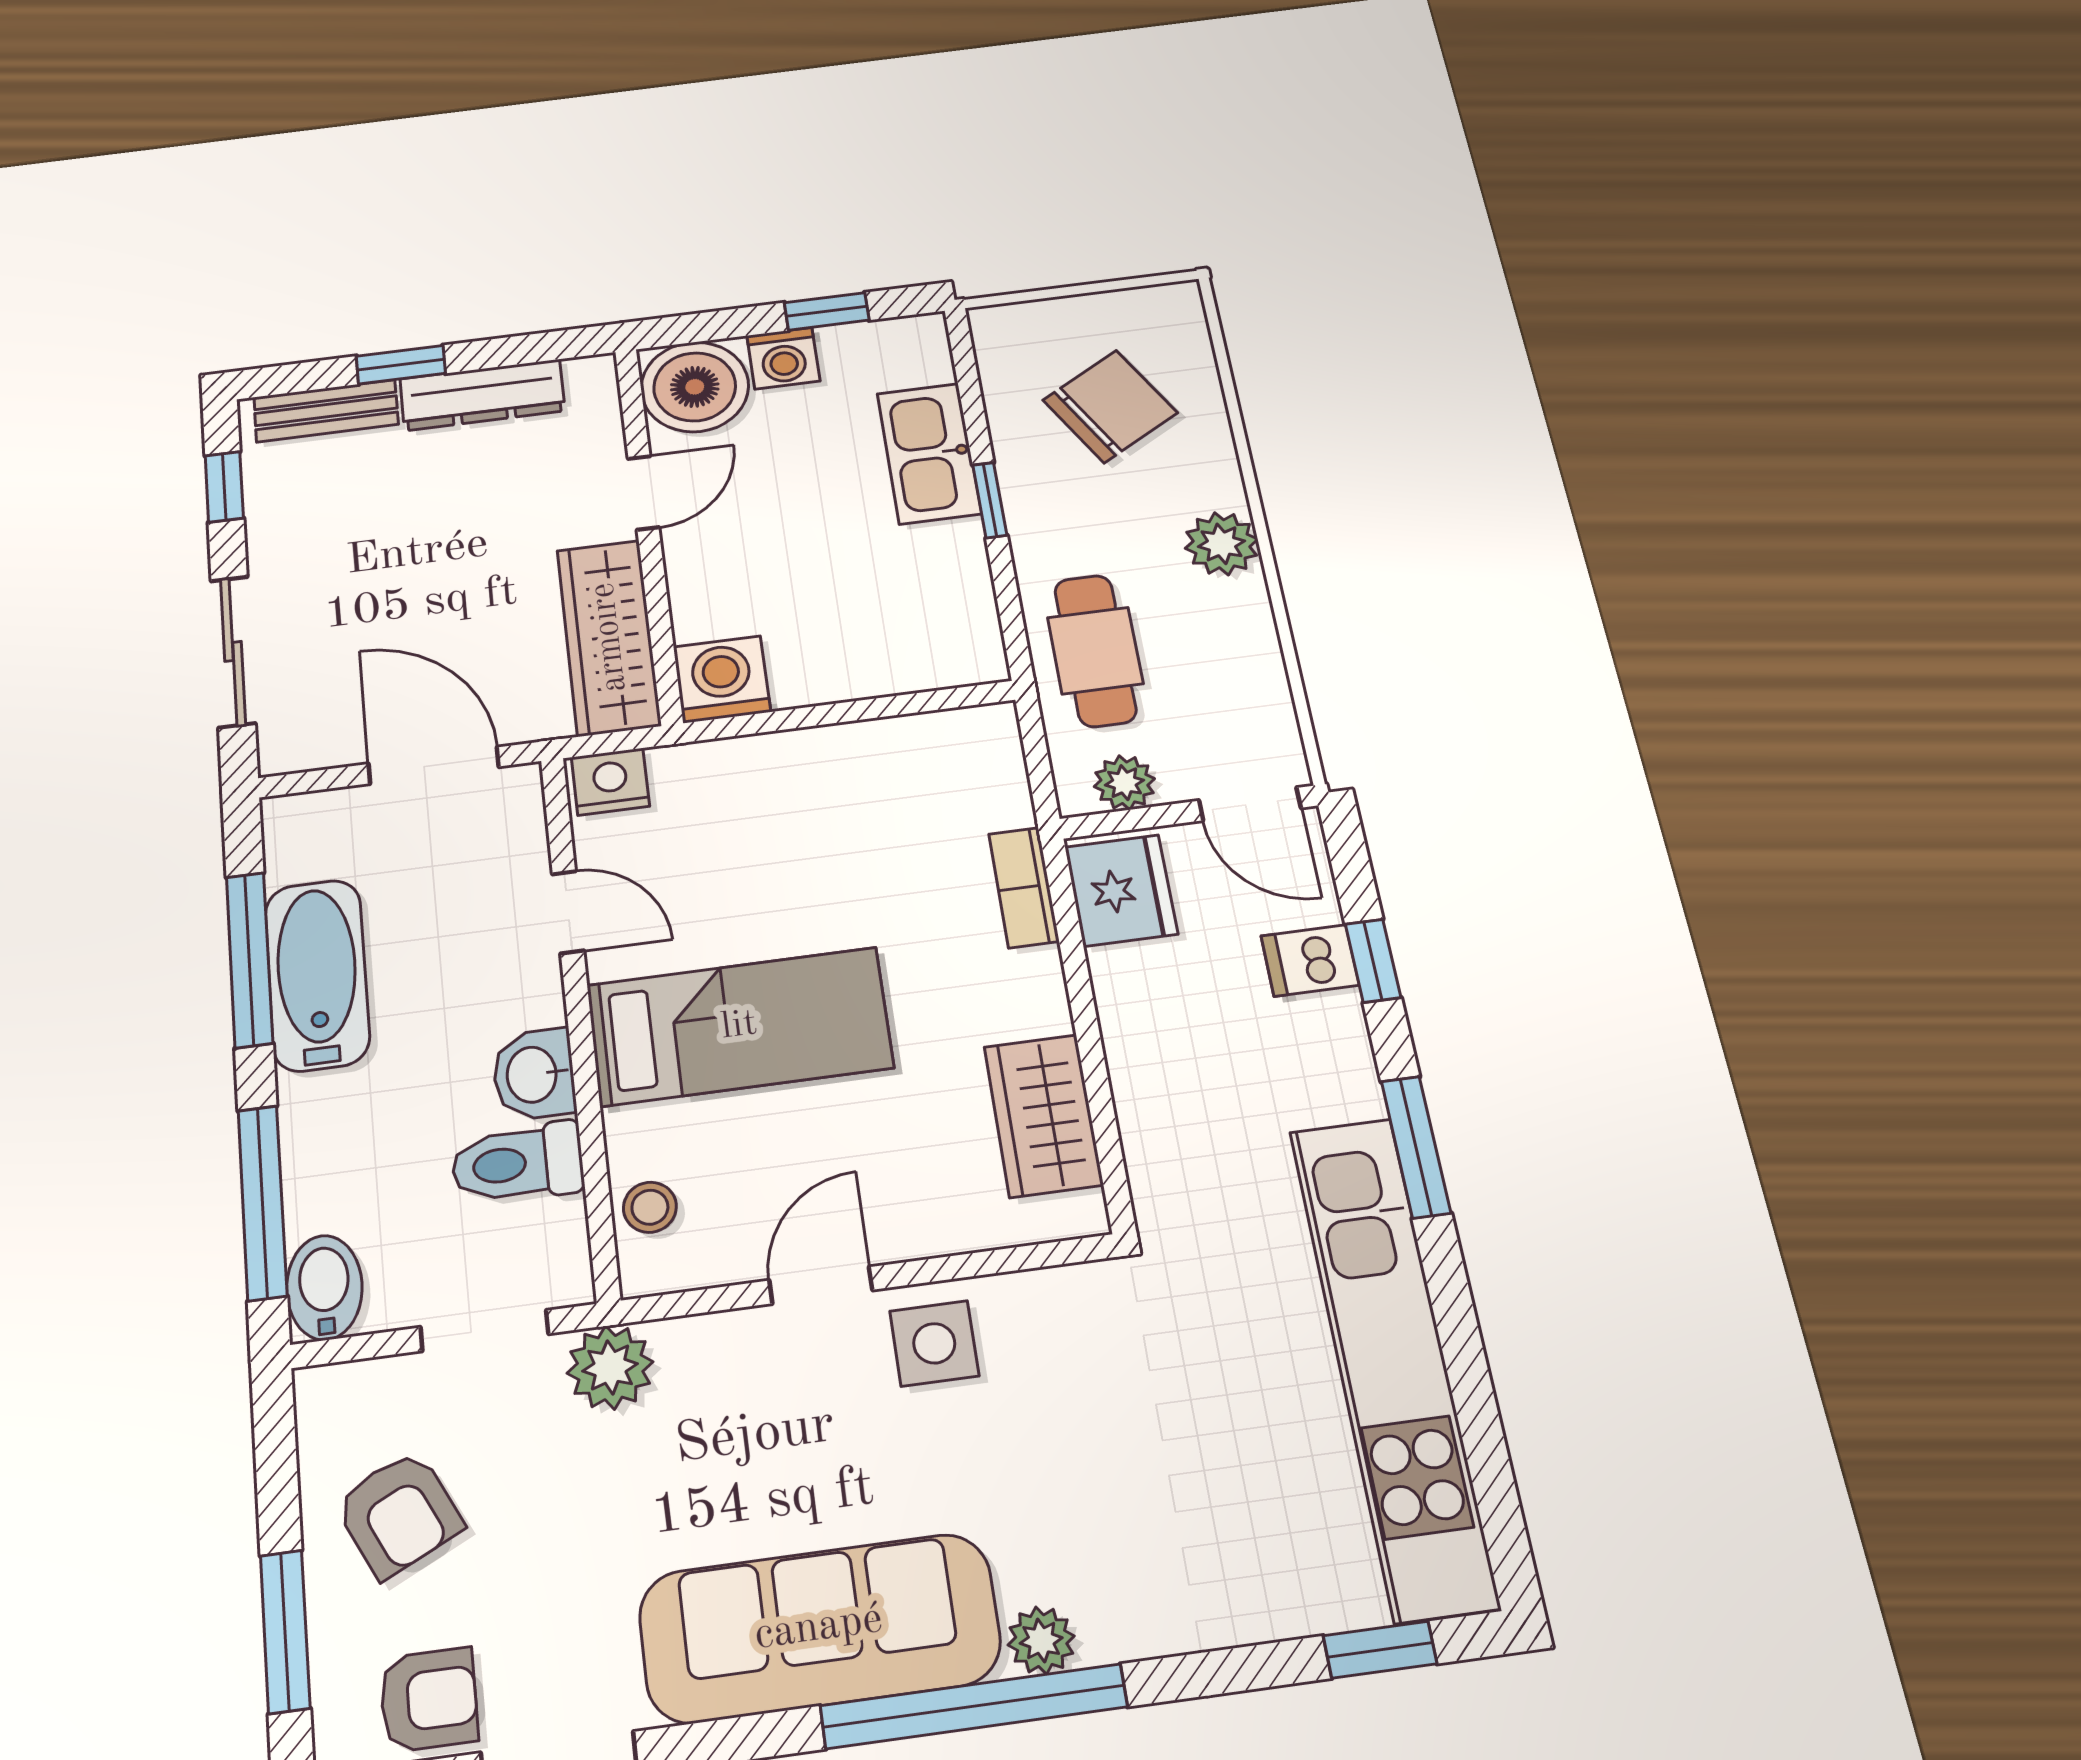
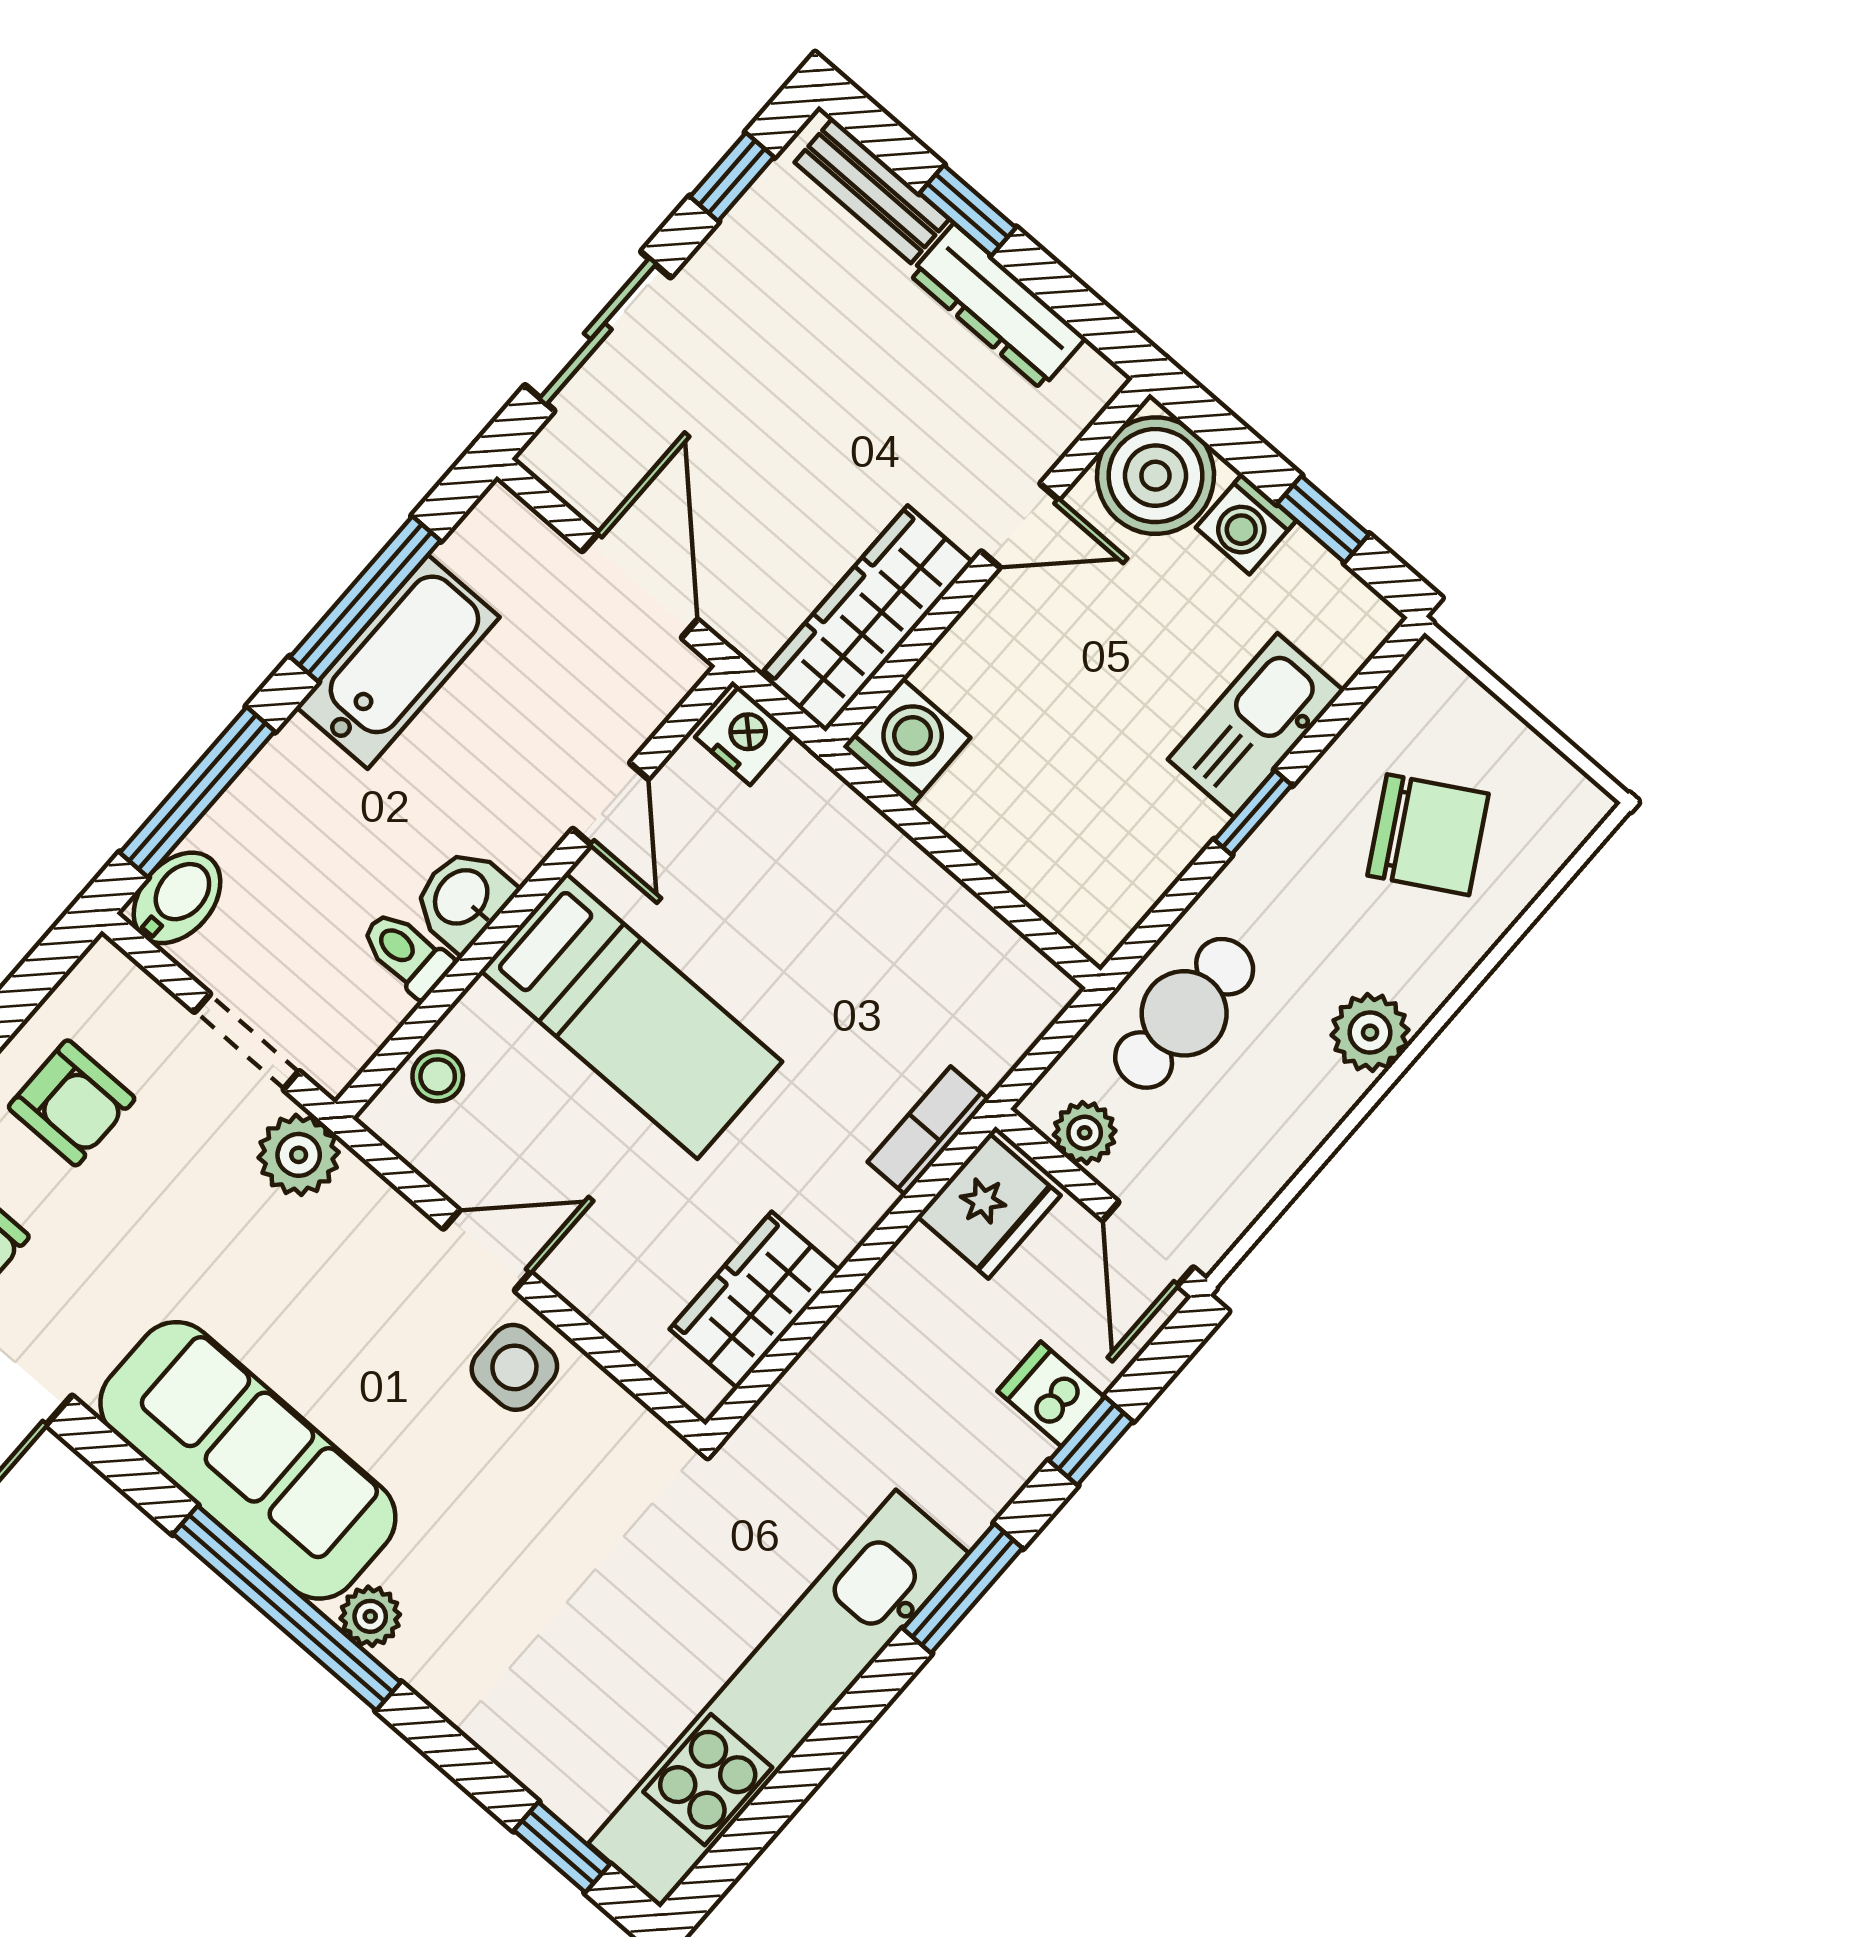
toilet: (518, 1163) -> (406, 953), width x0.73, depth x0.72
armchair: (399, 1514) -> (72, 1103), turned -64

